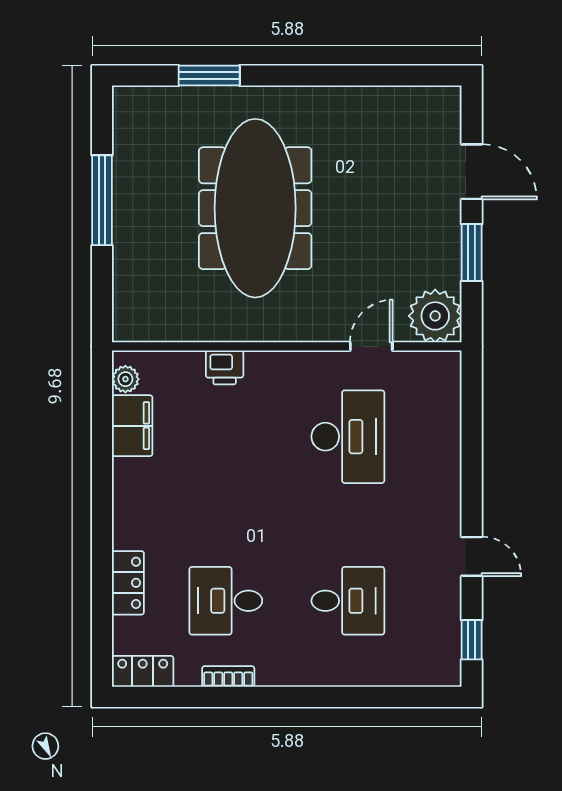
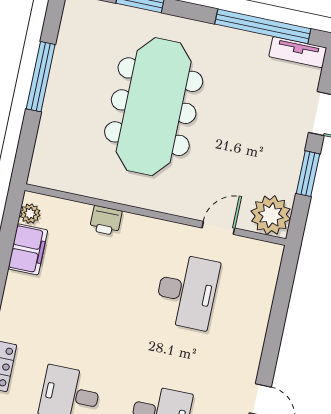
window: (374, 75) -> (263, 26), added
tv unit: (426, 99) -> (298, 52), added

